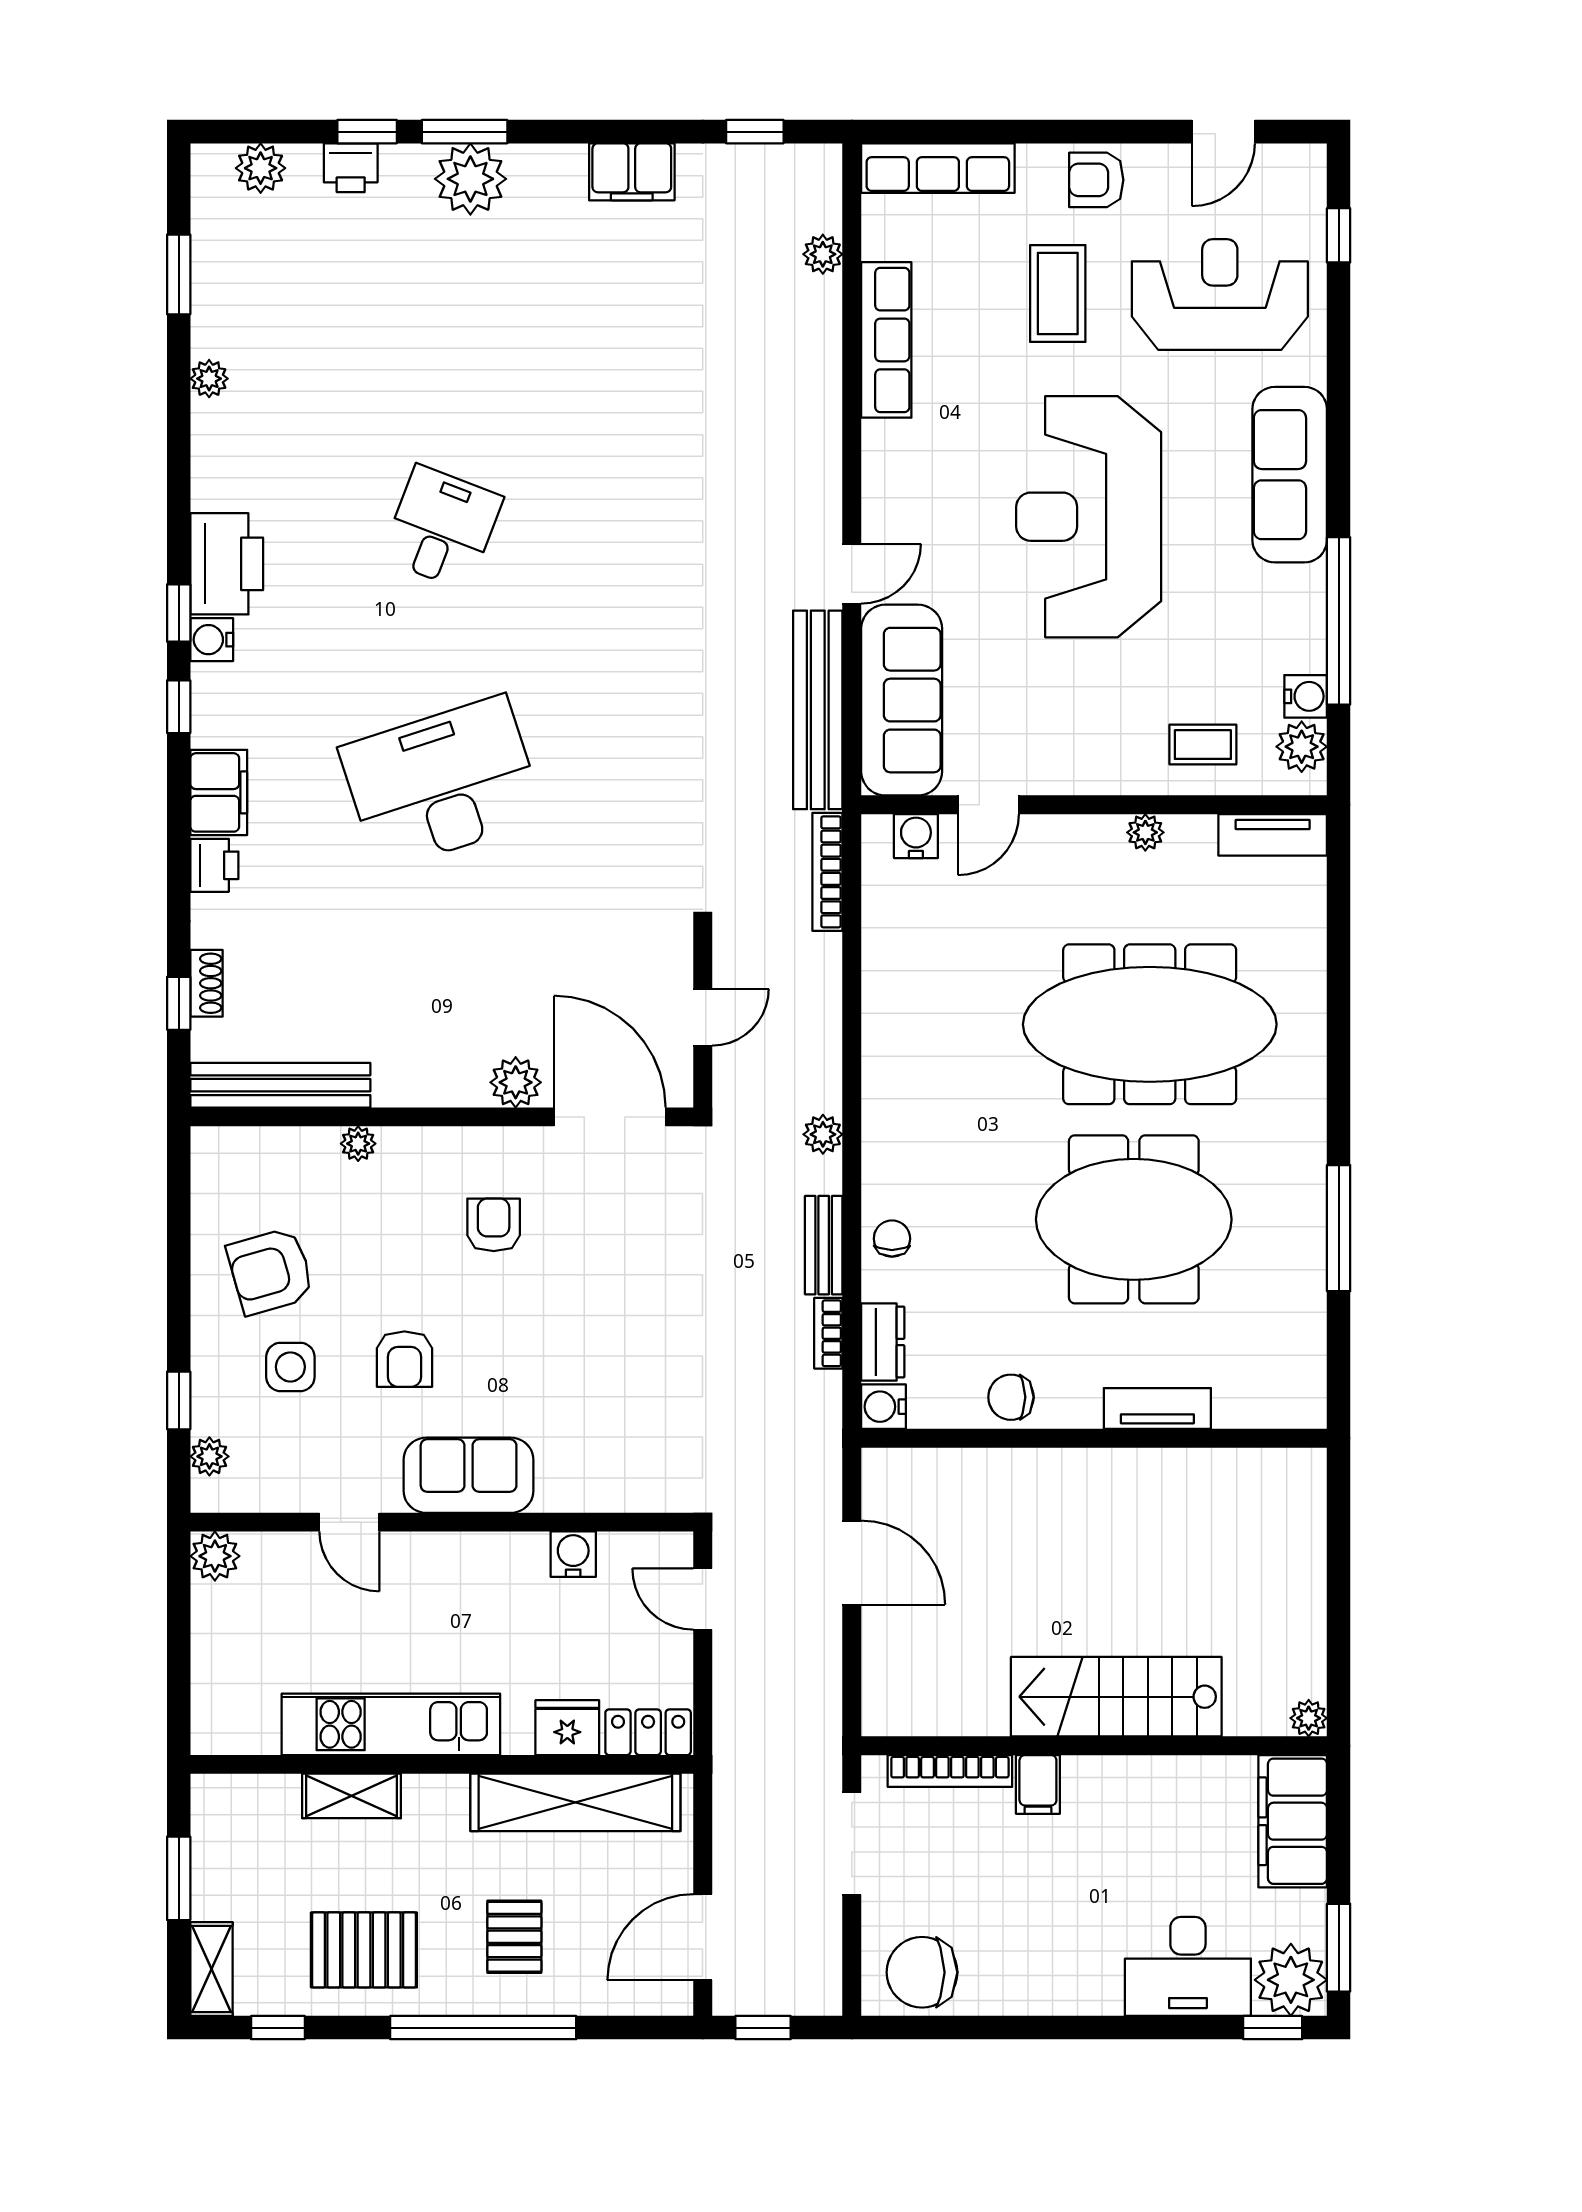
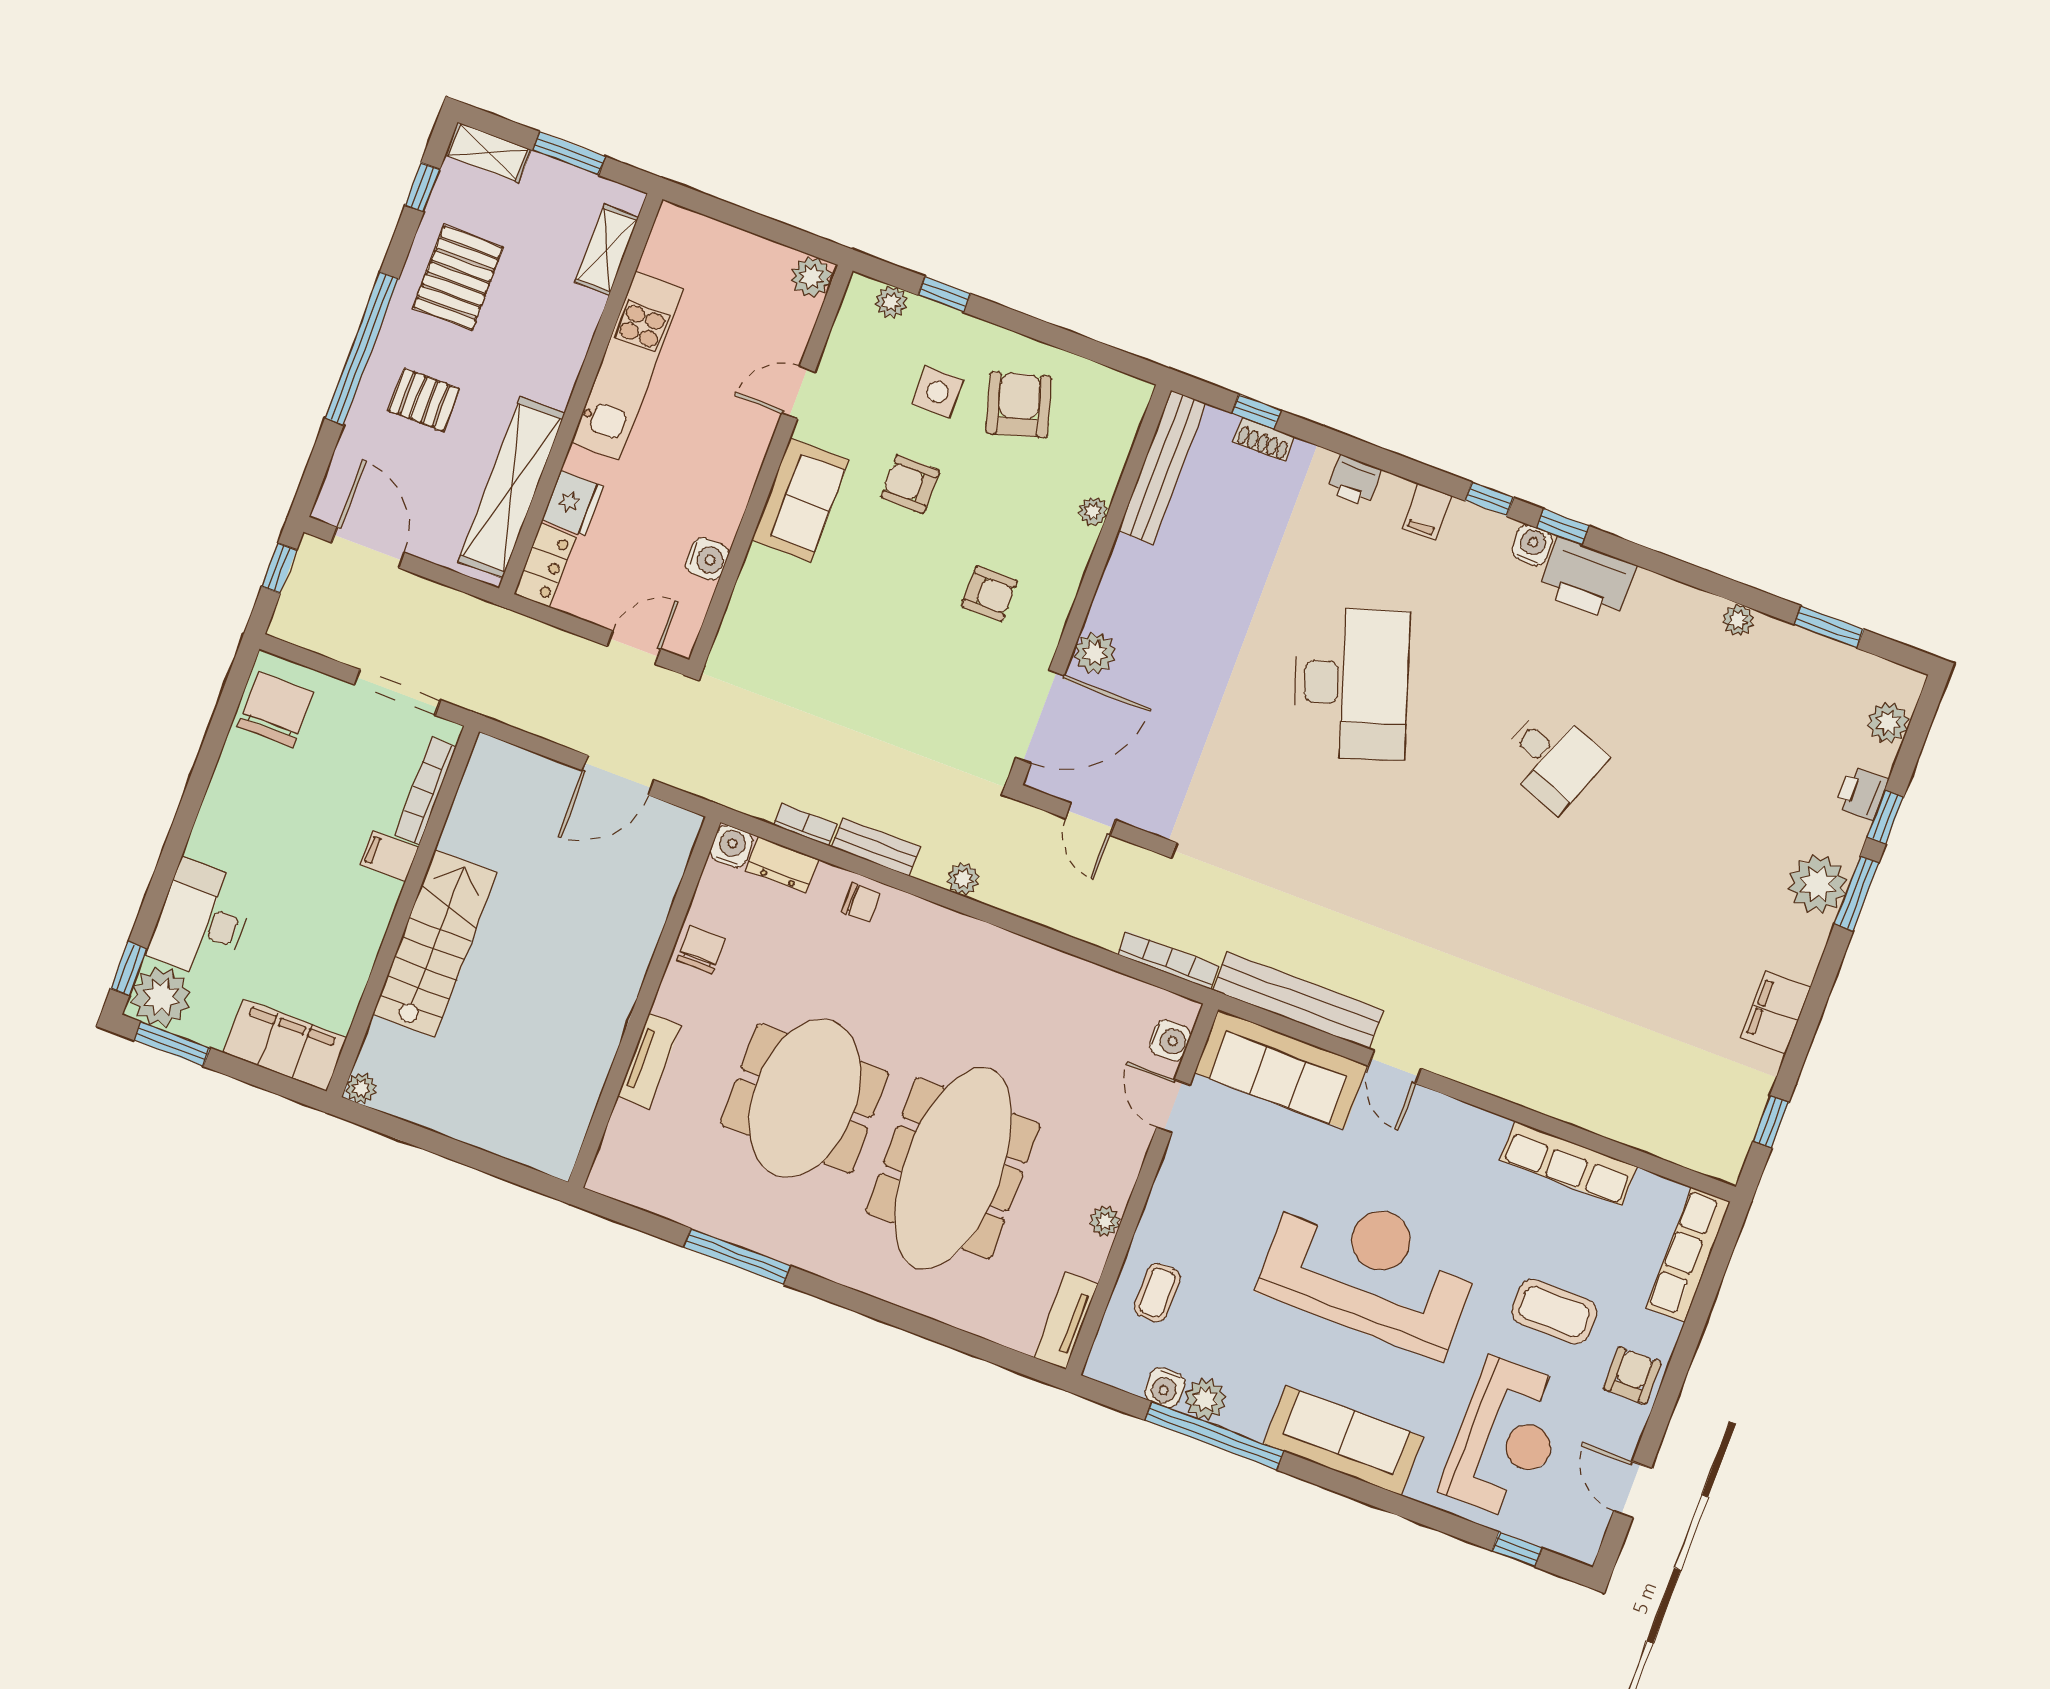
plant: (823, 254) -> (1655, 1139), removed
plant: (1302, 747) -> (1205, 1399), moved
filing cabinet: (219, 792) -> (1427, 512), width x0.50
shelving: (352, 1796) -> (607, 250), moved

